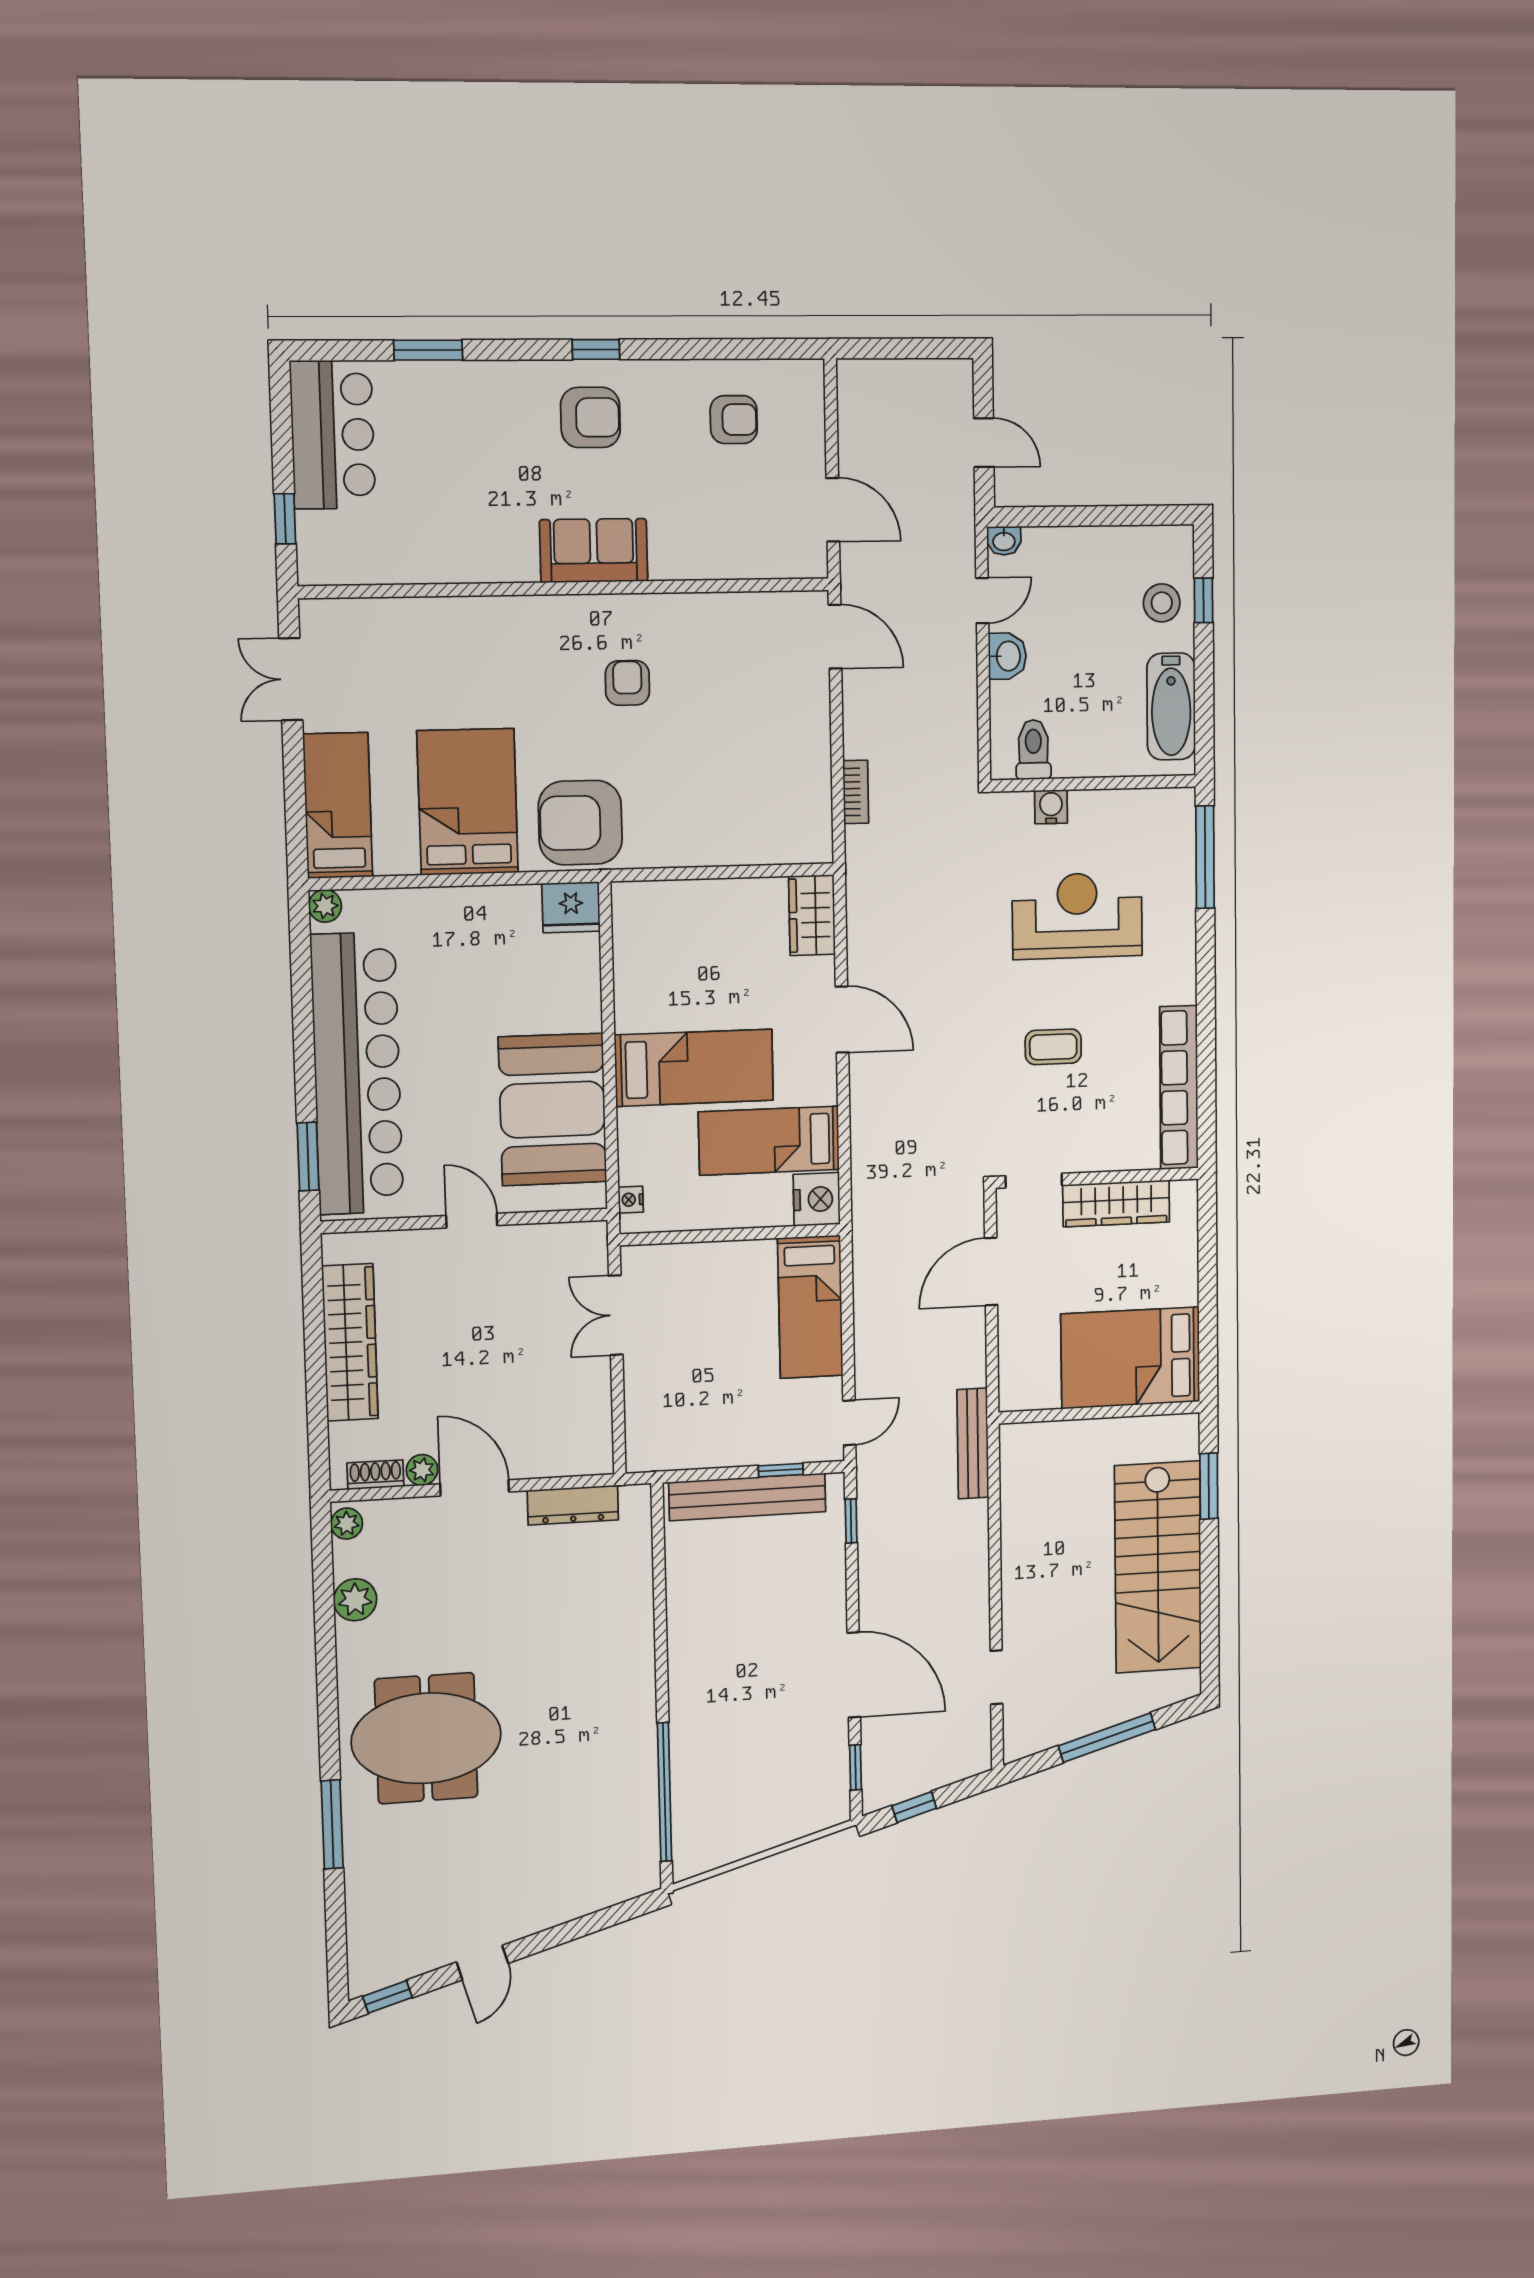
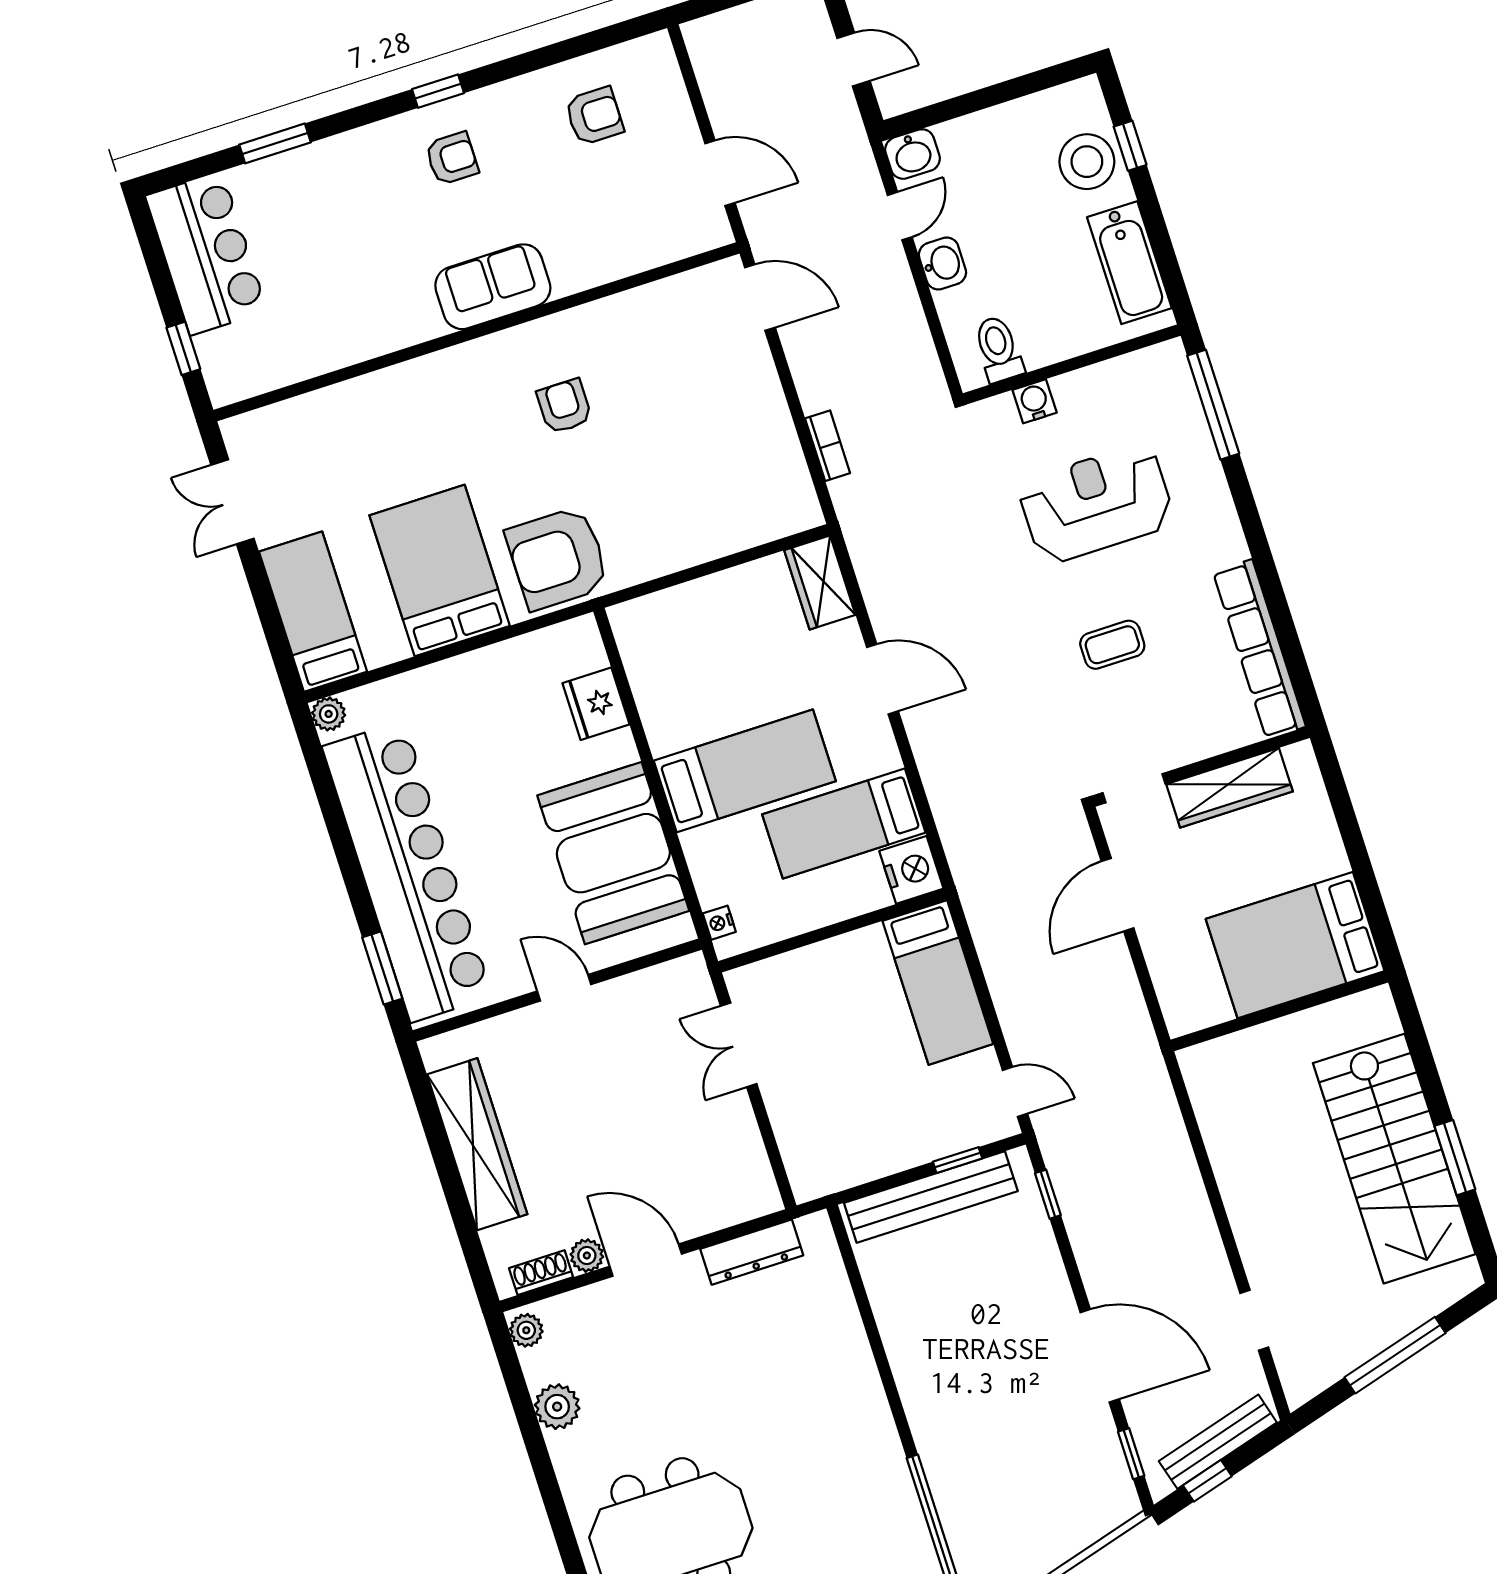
armchair: (590, 417) -> (452, 158), width x0.72, depth x0.72
washbasin: (1004, 541) -> (913, 154), width x1.38, depth x1.45
stool: (1162, 603) -> (1087, 162), width x1.38, depth x1.38
fridge: (571, 907) -> (596, 704), moved, turned 90
door: (849, 1423) -> (1015, 1092), hinge flipped
bench: (973, 1444) -> (1218, 1442), moved, turned 74
window: (1209, 1486) -> (1455, 1158), moved

